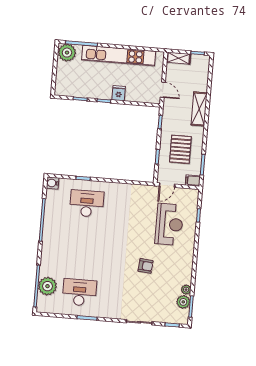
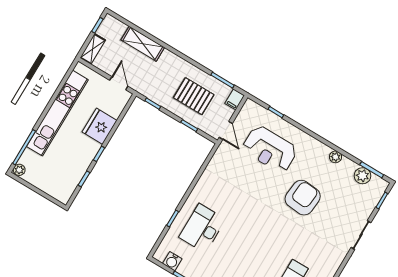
plant: (67, 53) -> (19, 170), width x0.53, depth x0.53
door: (163, 90) -> (119, 83), hinge flipped
fridge: (119, 93) -> (100, 126), width x1.88, depth x1.34
shelving: (199, 109) -> (143, 44), moved
water cooler: (53, 183) -> (172, 261), moved
reception desk: (169, 224) -> (270, 149), turned 180
armchair: (146, 266) -> (303, 198), width x1.88, depth x1.88
plant: (186, 290) -> (335, 157), moved

